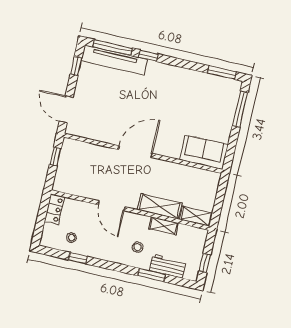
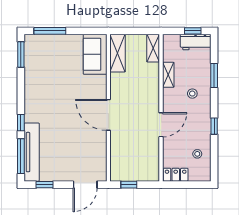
shelving: (160, 206) -> (118, 53), moved
window: (78, 258) -> (214, 126), moved
workbench: (168, 266) -> (196, 42), moved, turned -90

